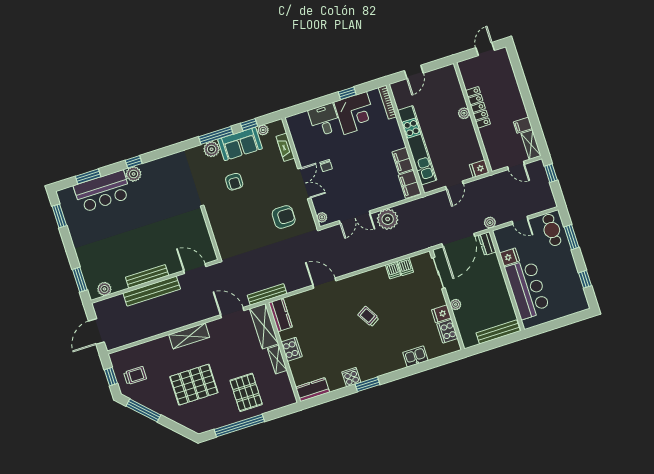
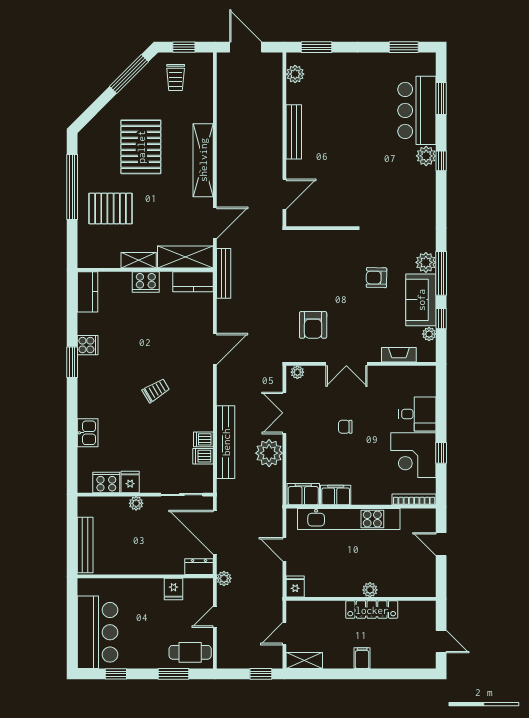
filing cabinet: (523, 125) -> (362, 658), moved
chair: (326, 166) -> (345, 427), moved
bar counter: (527, 289) -> (97, 632), moved, turned -90
bench: (152, 291) -> (226, 442), moved
shelving: (189, 336) -> (203, 160), width x1.47

